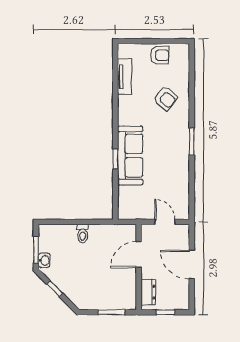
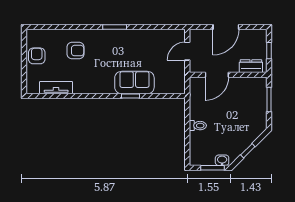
armchair: (166, 98) -> (76, 51), turned 51
sofa: (130, 156) -> (134, 83), width x0.73
door: (139, 255) -> (217, 75), hinge flipped

